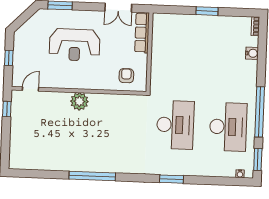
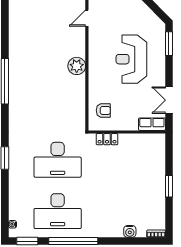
row of seats: (142, 33) -> (152, 124), width x0.68
locker: (156, 73) -> (107, 139), added
door: (30, 89) -> (87, 18), swing flipped

